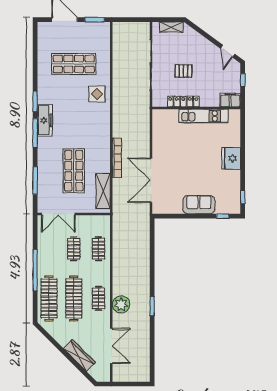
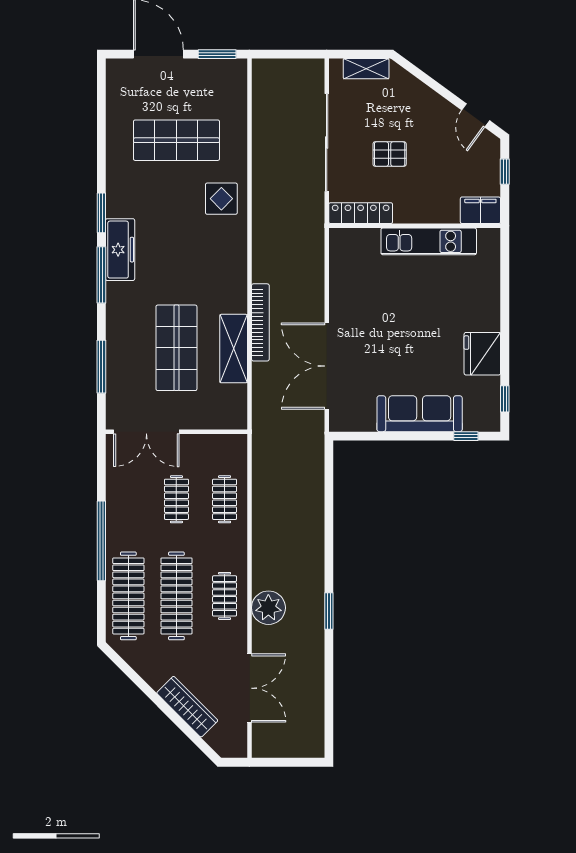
locker: (183, 101) -> (361, 213), moved
fridge: (231, 158) -> (482, 354), moved
shelving: (103, 191) -> (234, 349), moved
sofa: (199, 205) -> (420, 414), width x1.36

